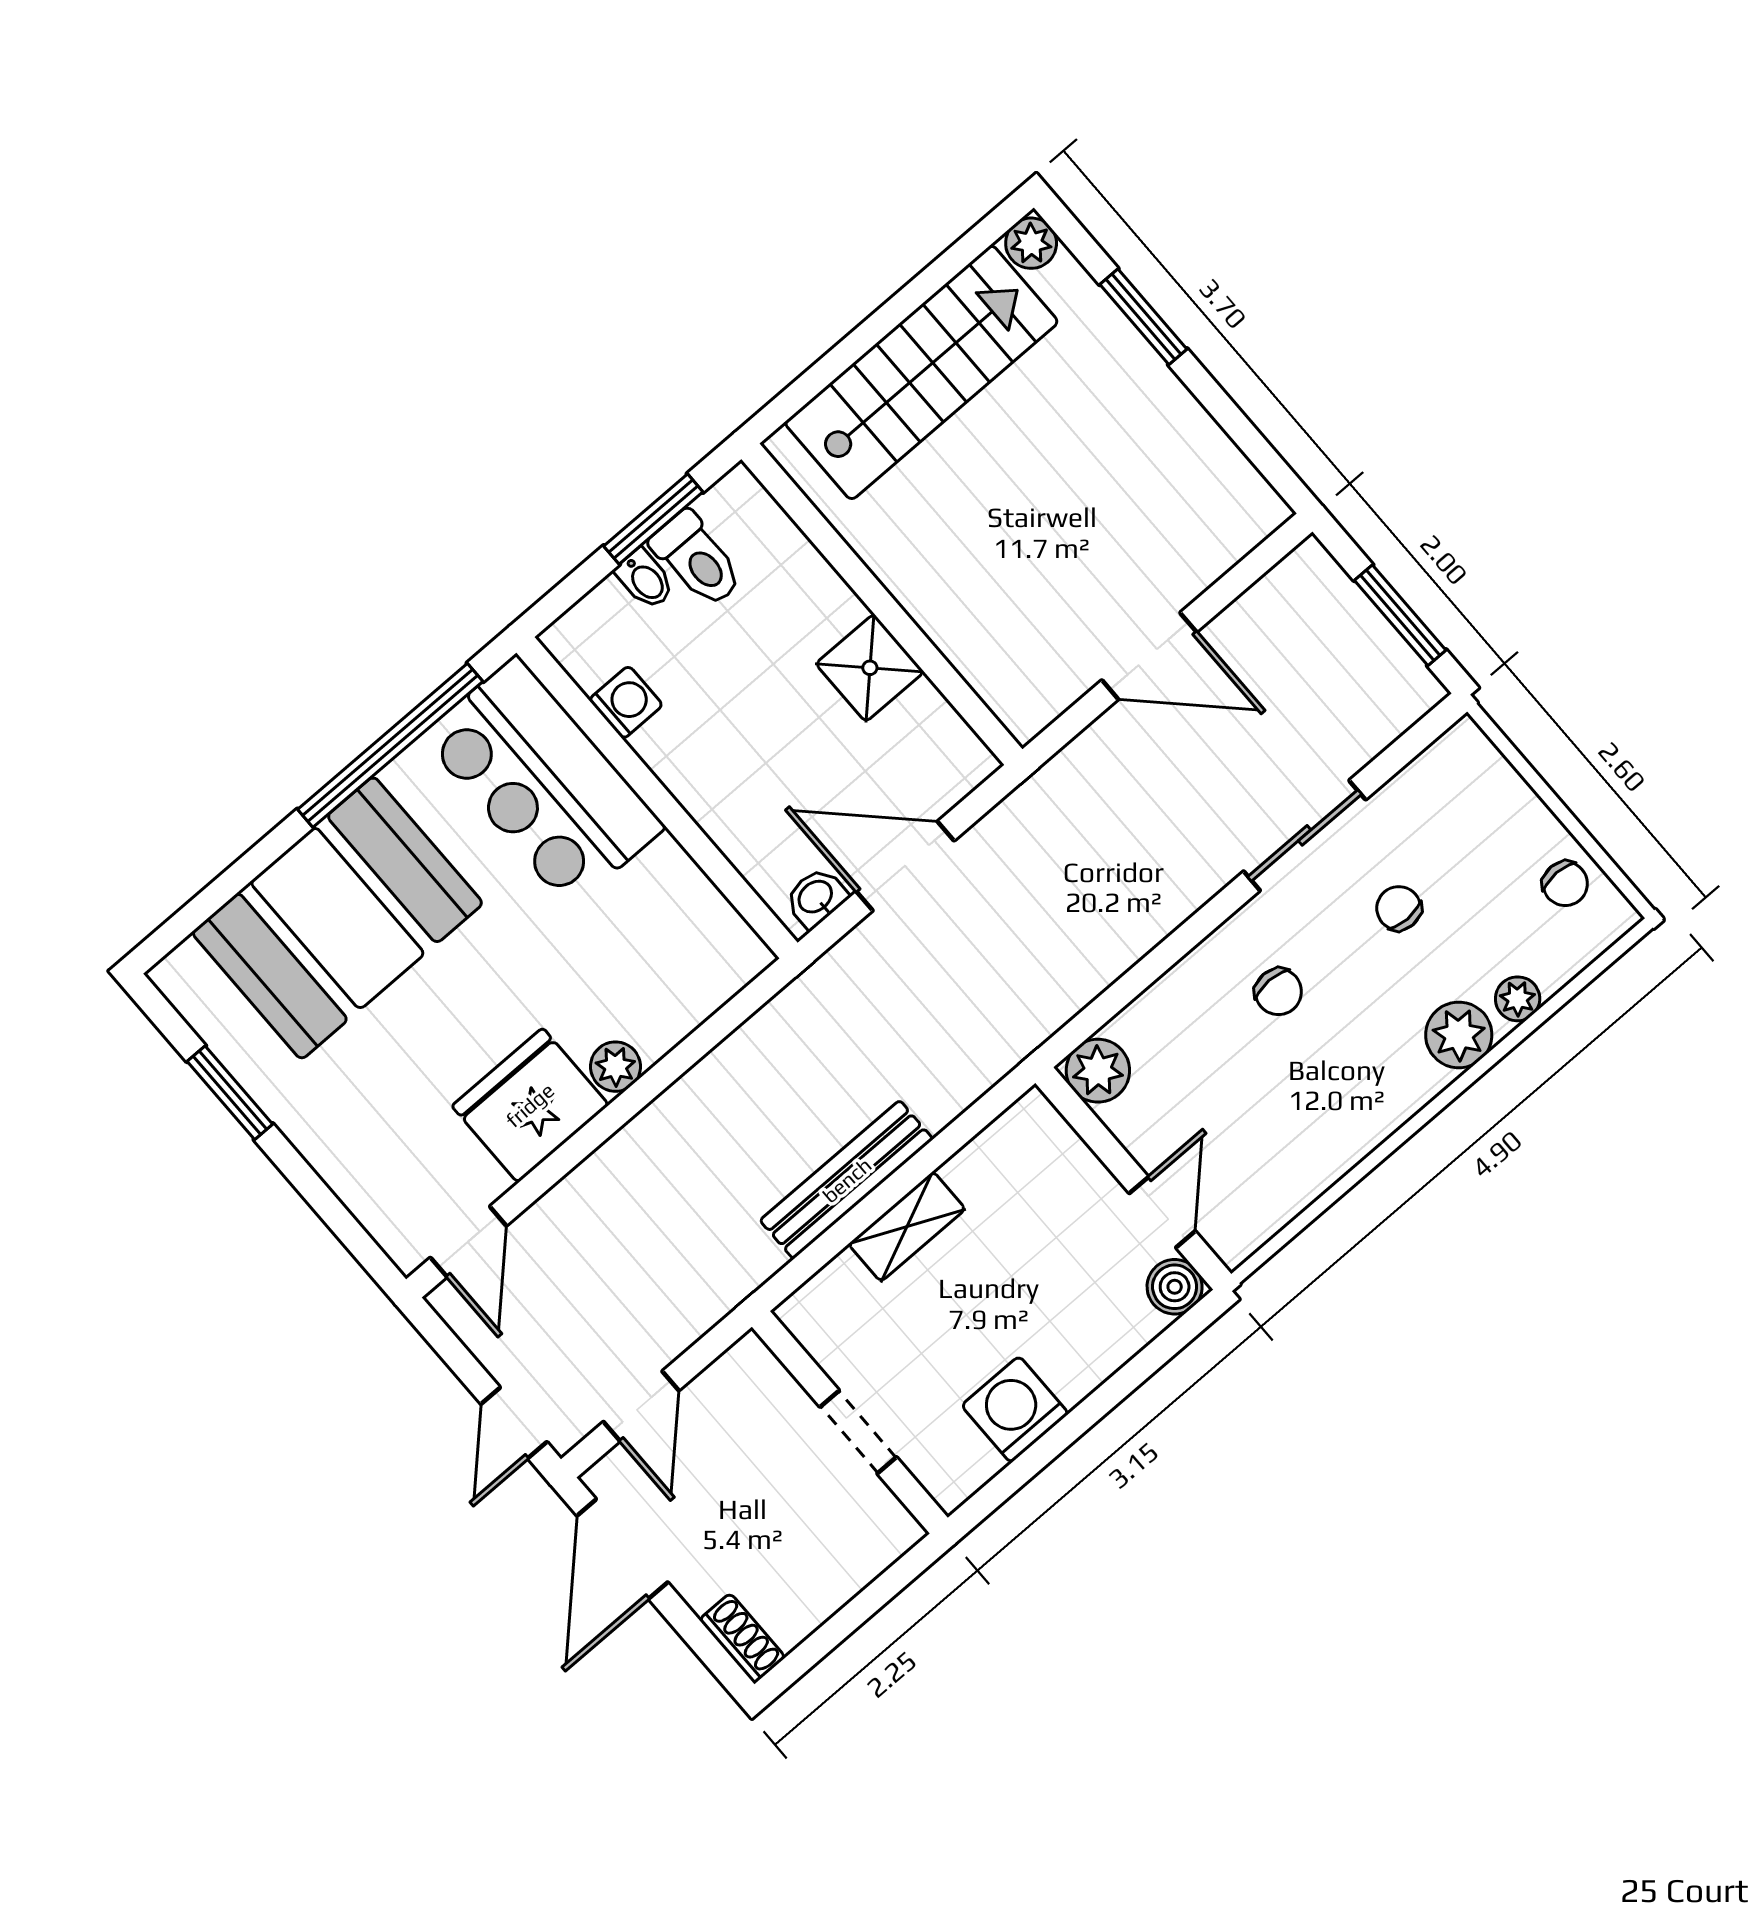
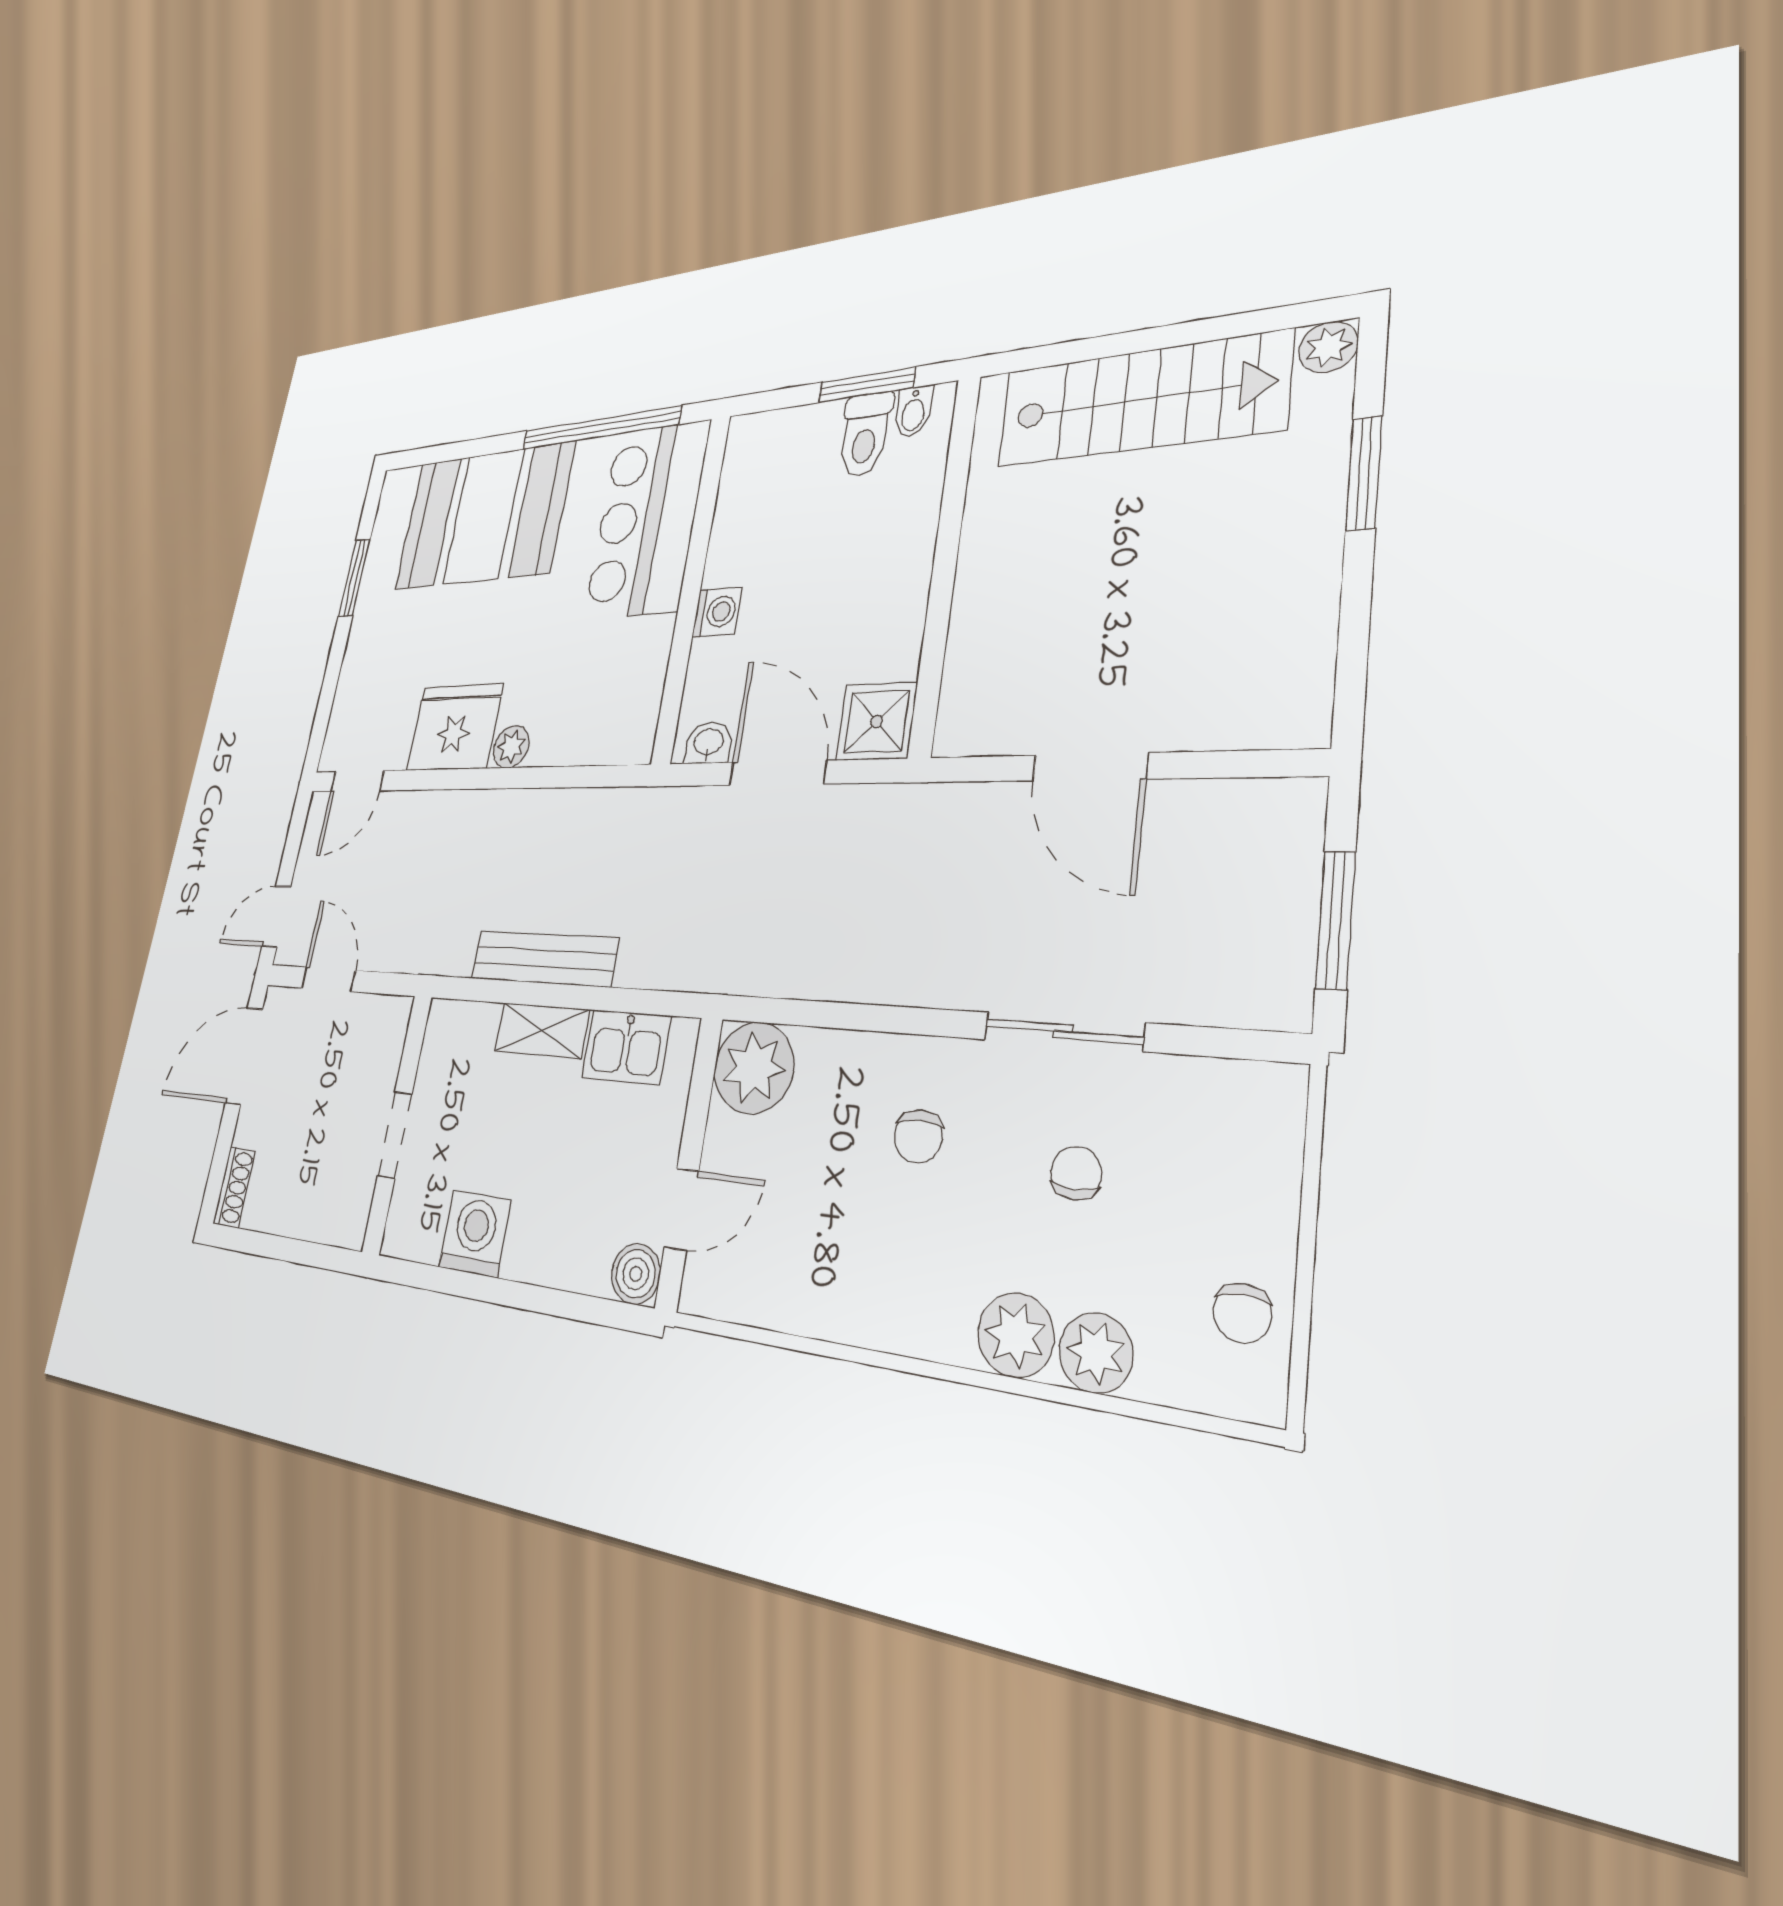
bidet: (645, 579) -> (913, 412), moved
shower: (870, 668) -> (877, 722), moved
washing machine: (626, 702) -> (717, 612), moved
plant: (1518, 999) -> (1096, 1353), width x1.38, depth x1.38
plant: (1098, 1071) -> (754, 1068), width x1.36, depth x1.36
kitchen sink: (995, 1163) -> (626, 1047), added
door: (641, 1406) -> (328, 979), swing flipped

